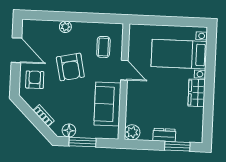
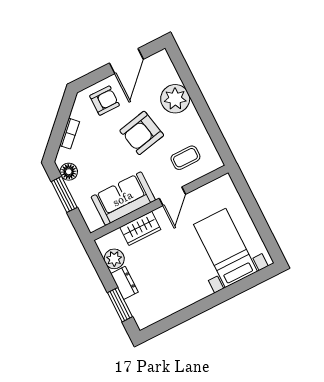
plant: (65, 27) -> (175, 99), width x1.87, depth x1.87
wardrobe: (197, 93) -> (140, 228), moved, turned 180
plant: (132, 132) -> (114, 259), moved

